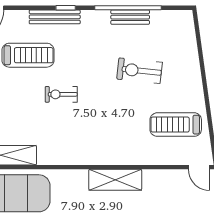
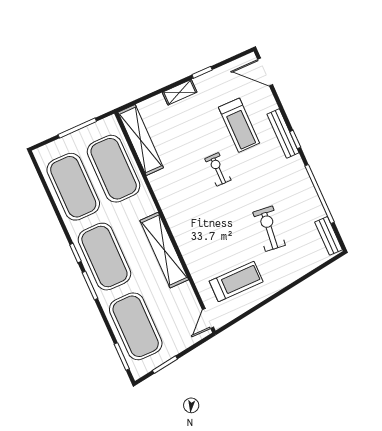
bench: (130, 17) -> (329, 236), moved
treadmill: (176, 125) -> (236, 281), turned 90
shelving: (115, 180) -> (164, 250), width x1.47

